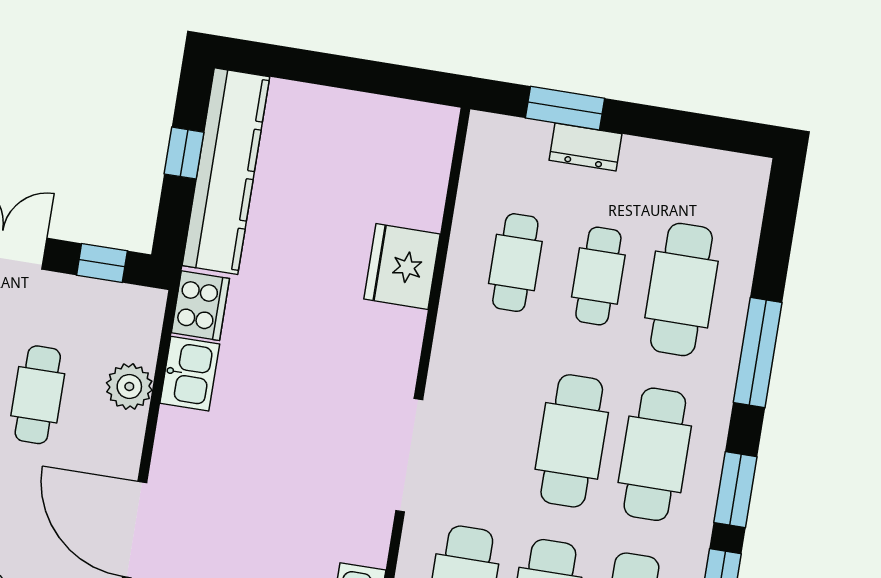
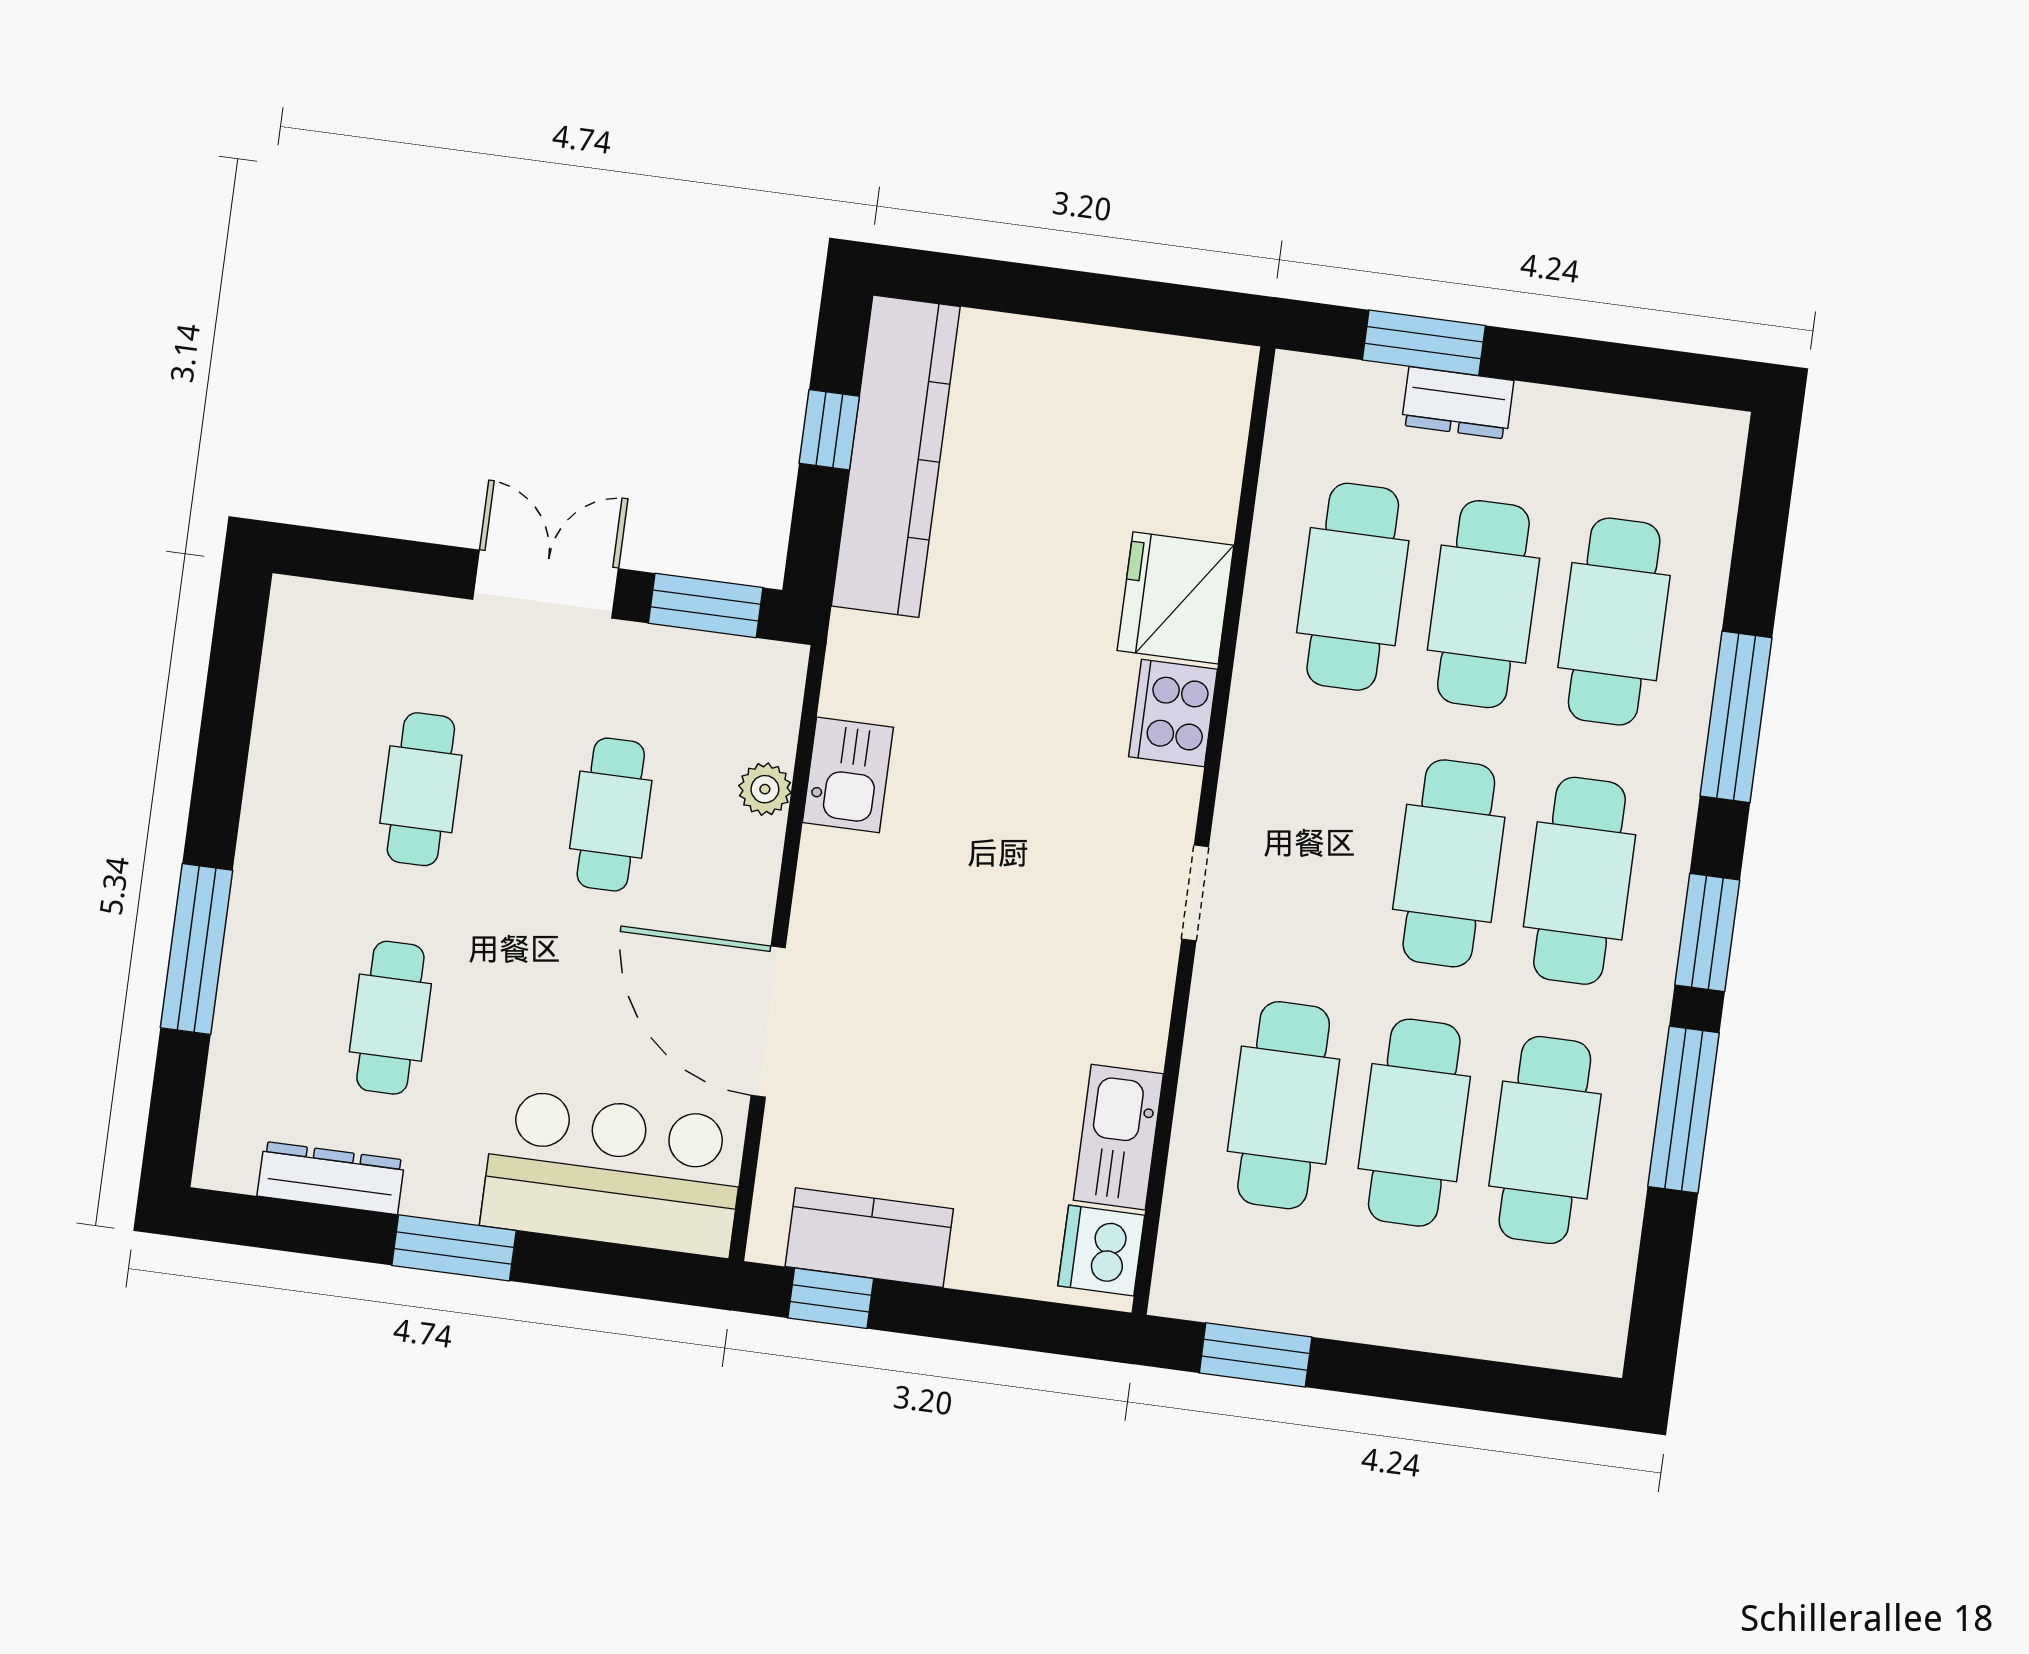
window: (102, 263) -> (706, 605), width x1.50
cafe table: (515, 263) -> (1353, 587), width x1.37, depth x1.35
cafe table: (598, 276) -> (1483, 604), width x1.37, depth x1.35
cooker: (200, 306) -> (1173, 713), moved, turned 180
plant: (129, 387) -> (765, 789), width x0.73, depth x0.73
doorway: (409, 455) -> (1195, 893), width x0.53

